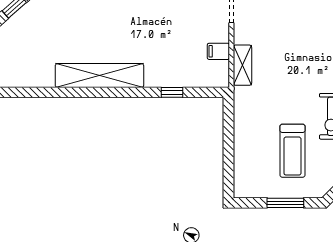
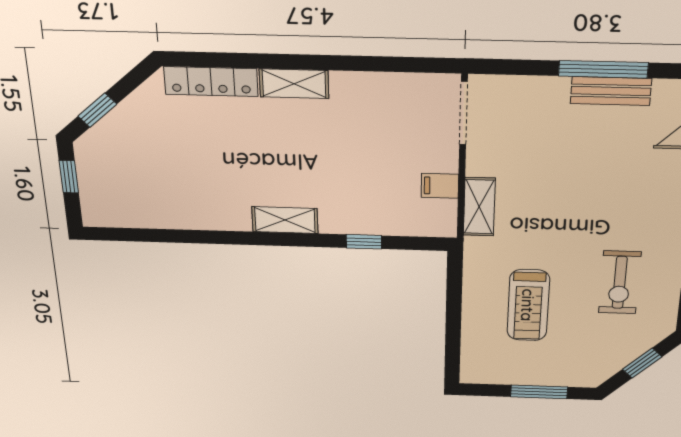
shelving: (99, 76) -> (285, 220), width x0.45, depth x0.75
treadmill: (292, 151) -> (528, 305), moved

